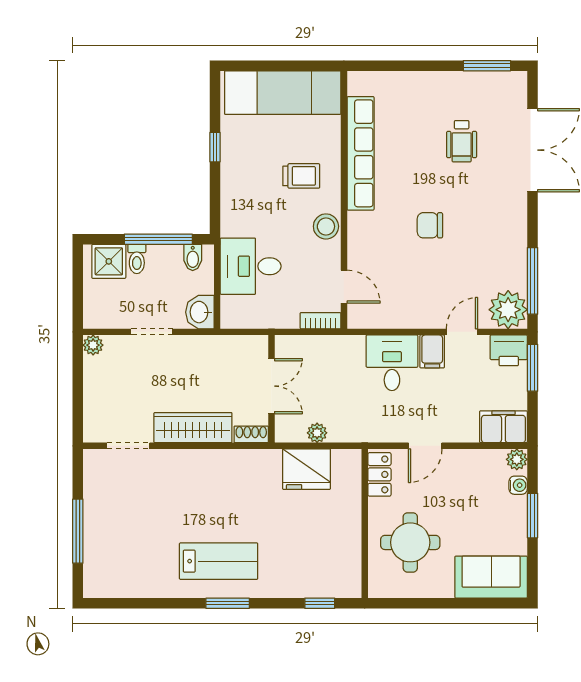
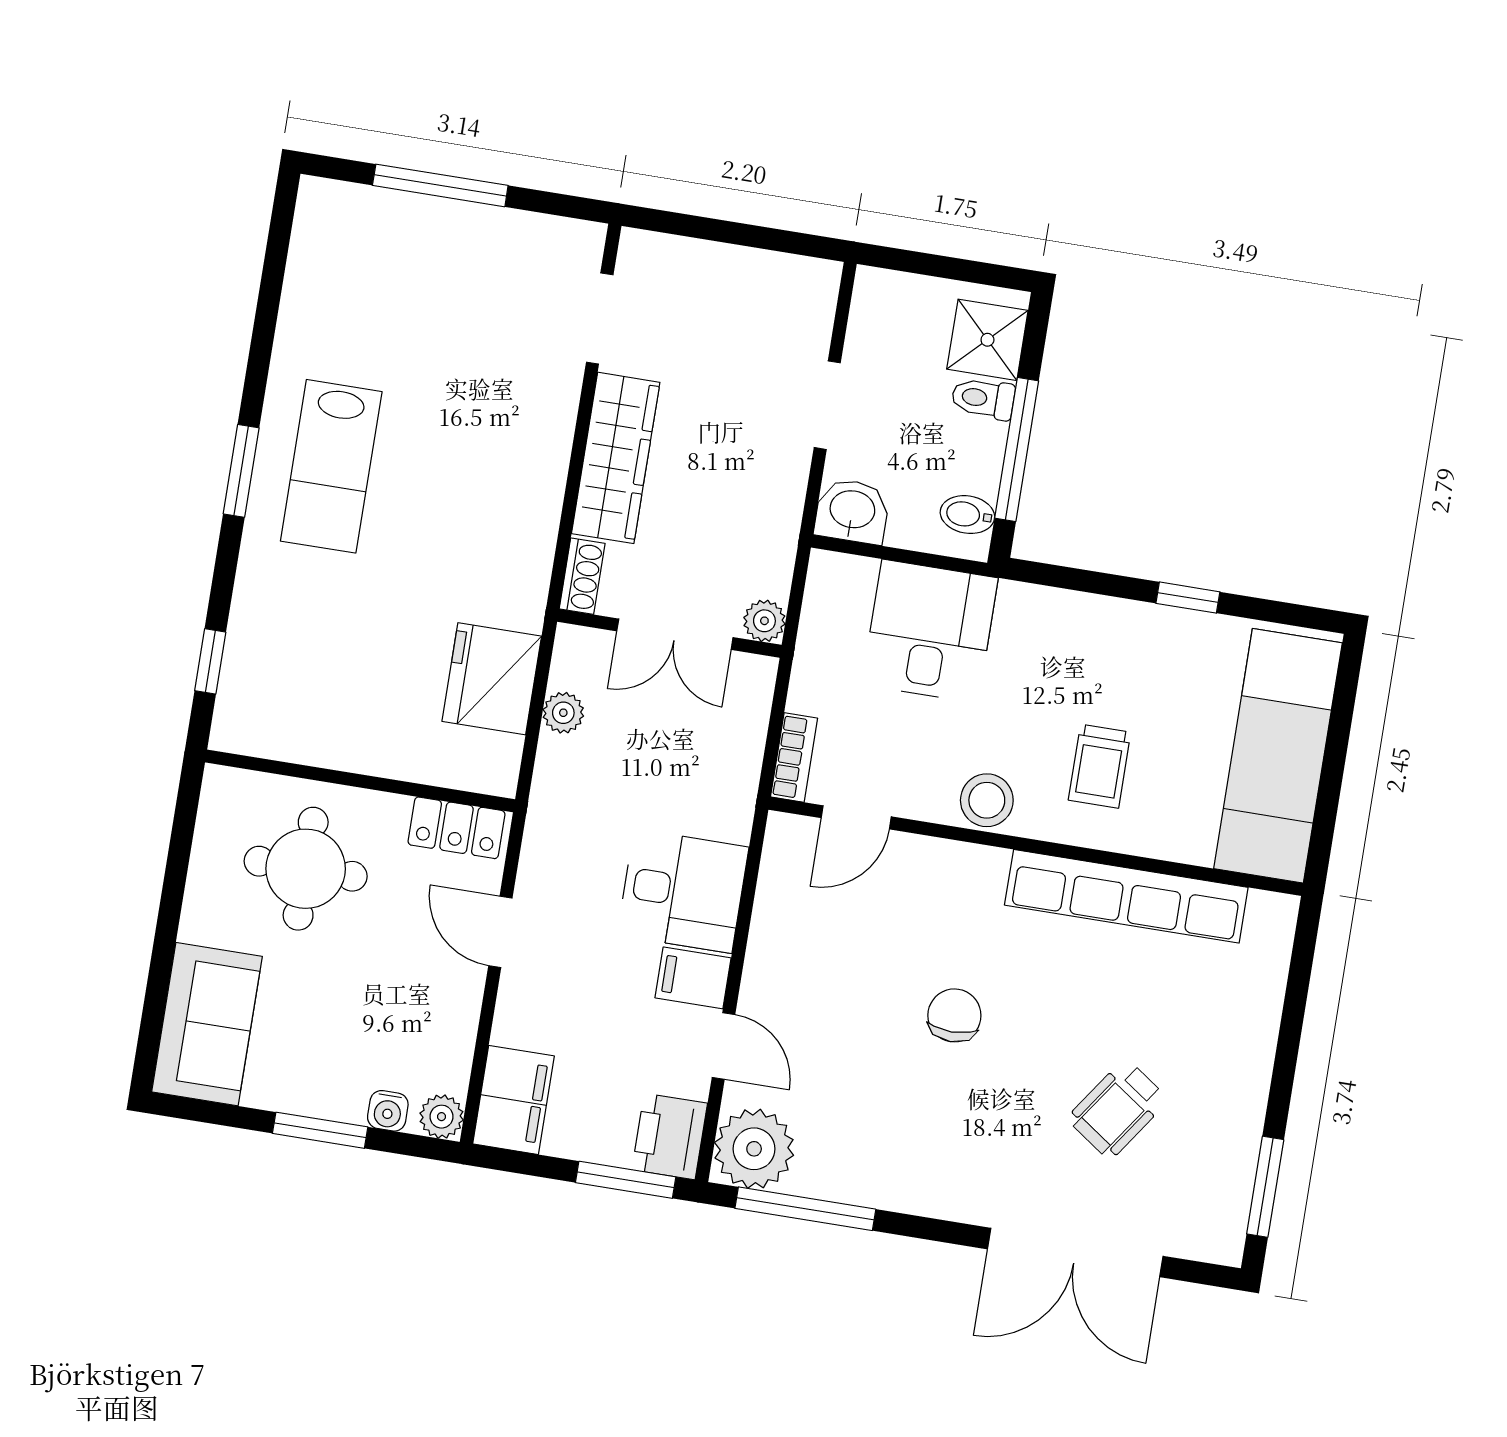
wheelchair: (462, 141) -> (1118, 1109), turned -55
plant: (93, 345) -> (764, 621), moved

